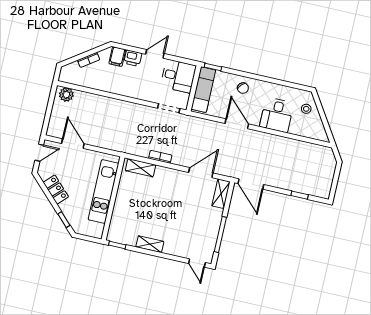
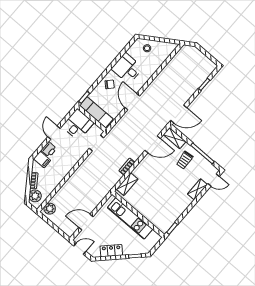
plant: (72, 71) -> (35, 196), added
desk: (277, 115) -> (127, 68), moved, turned 180
door: (237, 124) -> (132, 102), hinge flipped
door: (39, 153) -> (80, 249), hinge flipped
door: (201, 173) -> (153, 144), swing flipped
trolley: (202, 218) -> (185, 160), added
shelving: (150, 244) -> (197, 189), moved

